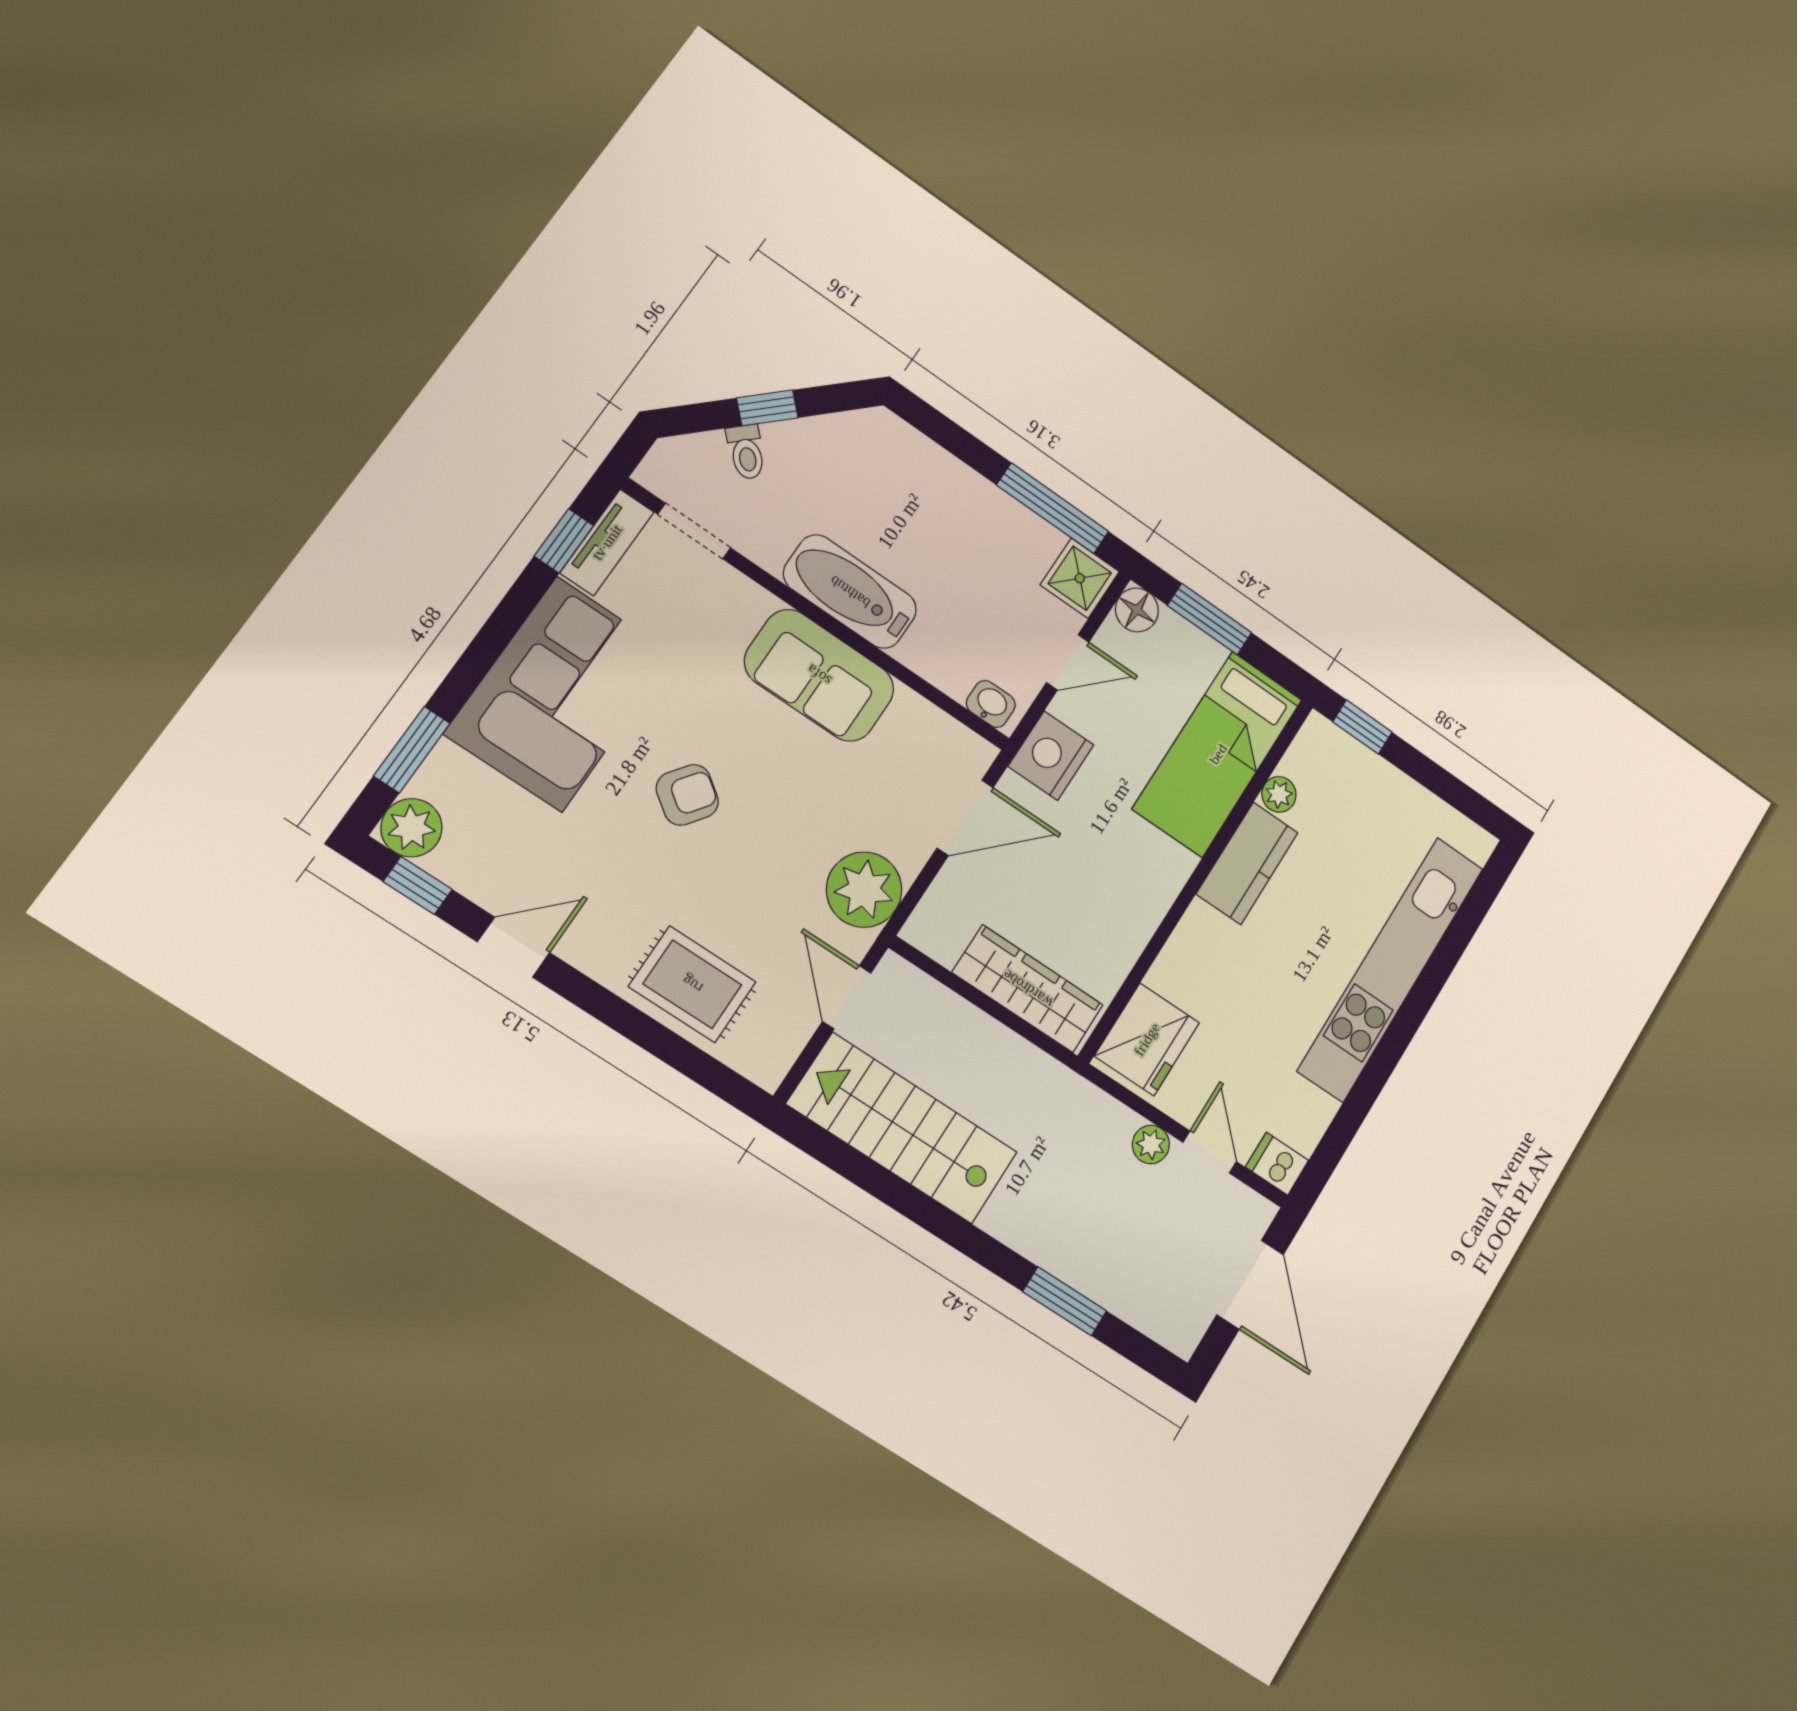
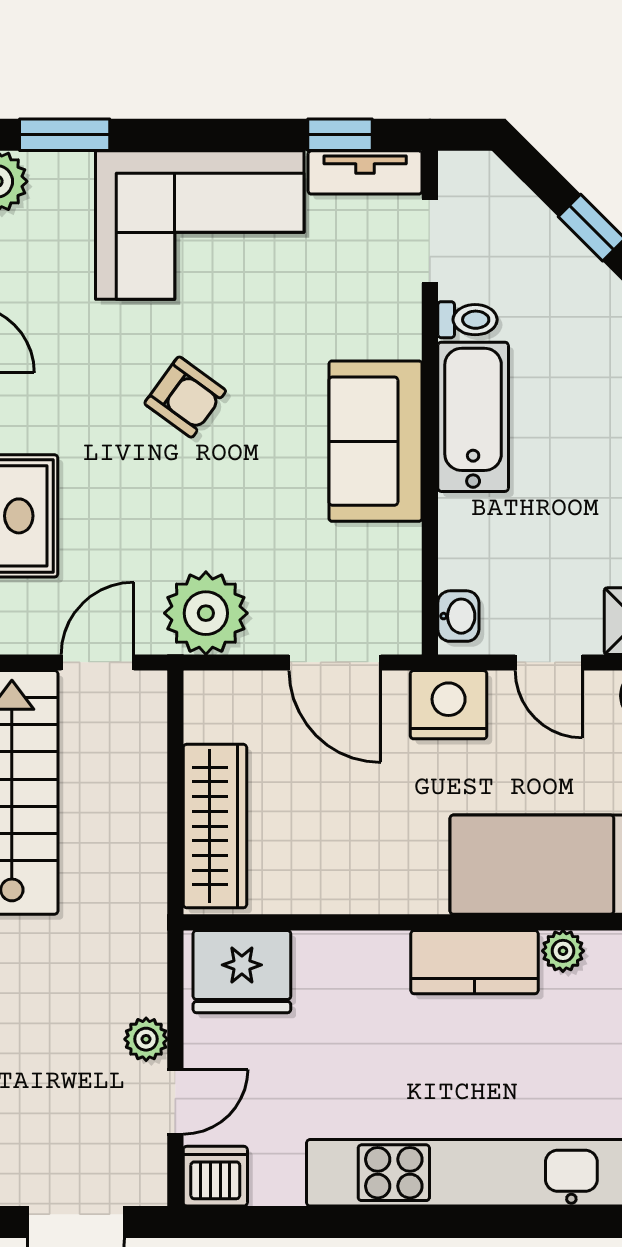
toilet: (746, 452) -> (467, 320), moved, turned -135
dishwasher: (1277, 1164) -> (215, 1176), width x1.38

